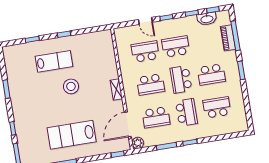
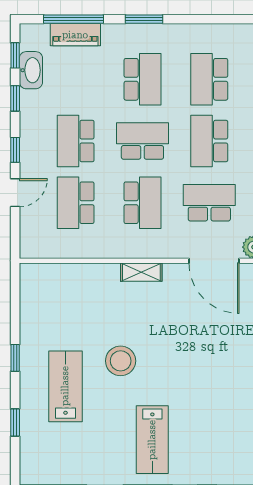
school desk: (181, 79) -> (142, 141), turned 180
school desk: (186, 112) -> (209, 141), turned -90
school desk: (156, 117) -> (209, 203), turned -90
lab bench: (72, 135) -> (152, 440), moved, width x0.73, depth x0.72

